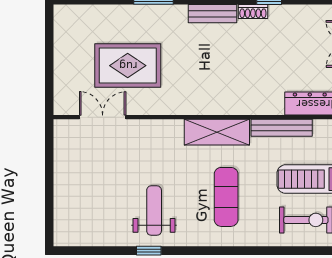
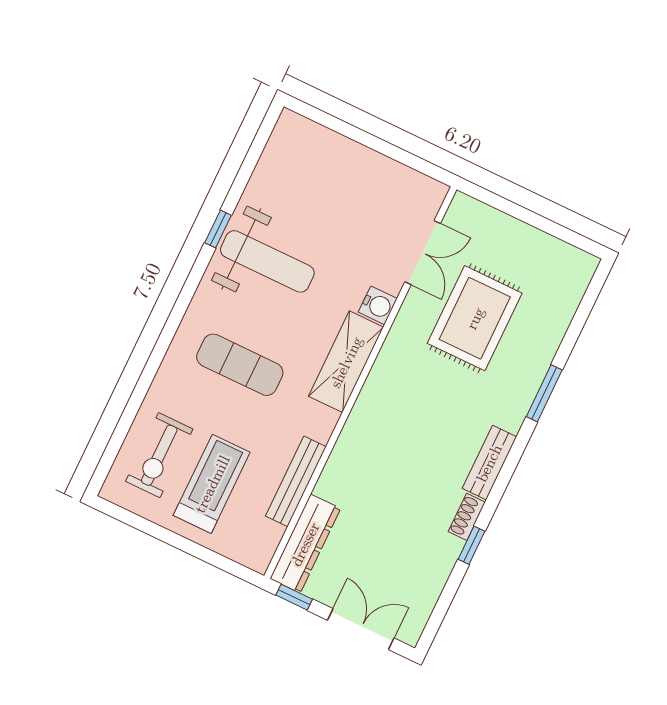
water cooler: (149, 129) -> (378, 305), added
shelving: (217, 132) -> (346, 362), moved
weight bench: (154, 211) -> (267, 261), width x1.36, depth x1.33

